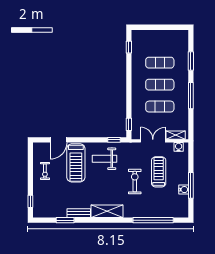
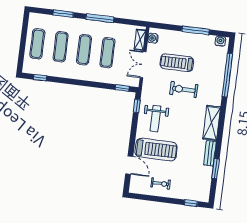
exercise mat: (160, 41) -> (37, 44), added
water cooler: (184, 190) -> (220, 41), moved

